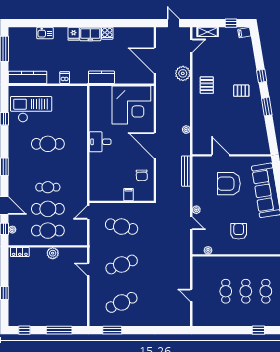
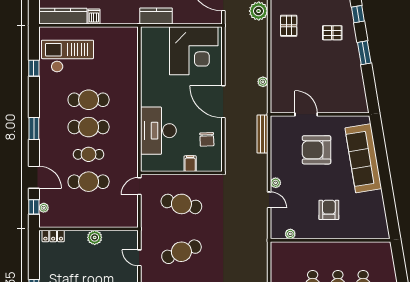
dishwasher: (65, 78) -> (94, 16), moved
desk: (100, 142) -> (158, 131), moved, width x1.87, depth x1.30
cafe table: (48, 231) -> (89, 127), moved

